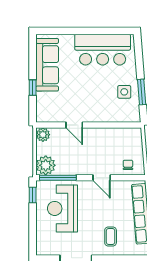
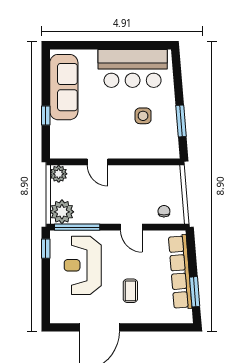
side table: (124, 92) -> (143, 116), moved
coffee table: (111, 237) -> (130, 291), moved

